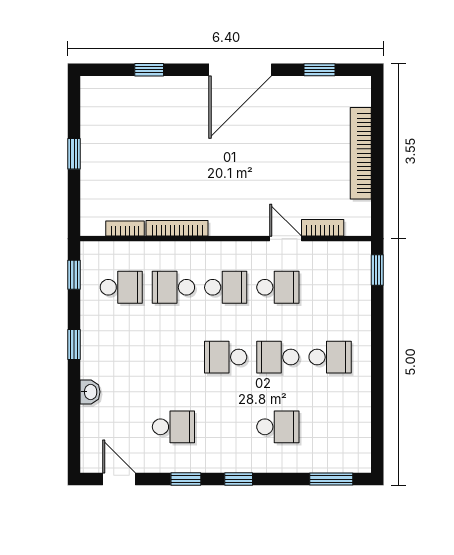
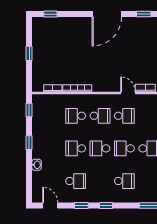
window: (149, 70) -> (50, 14), moved
school desk: (121, 287) -> (76, 148), moved, turned 180

